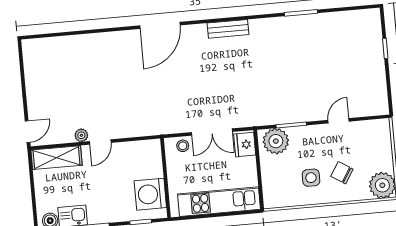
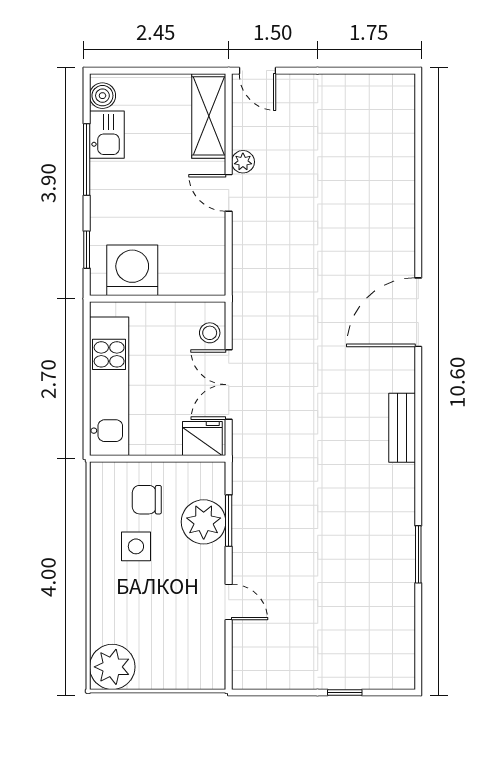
door: (160, 25) -> (418, 312), hinge flipped
plant: (276, 141) -> (204, 522), moved
chair: (342, 173) -> (147, 500), moved, turned -122

